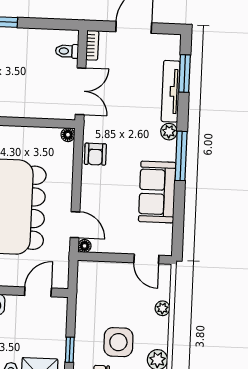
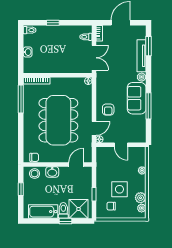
armchair: (95, 154) -> (108, 110), moved
window: (181, 156) -> (148, 106), moved
sofa: (157, 192) -> (137, 98), moved
door: (75, 225) -> (94, 128), hinge flipped
door: (146, 259) -> (121, 145), moved

